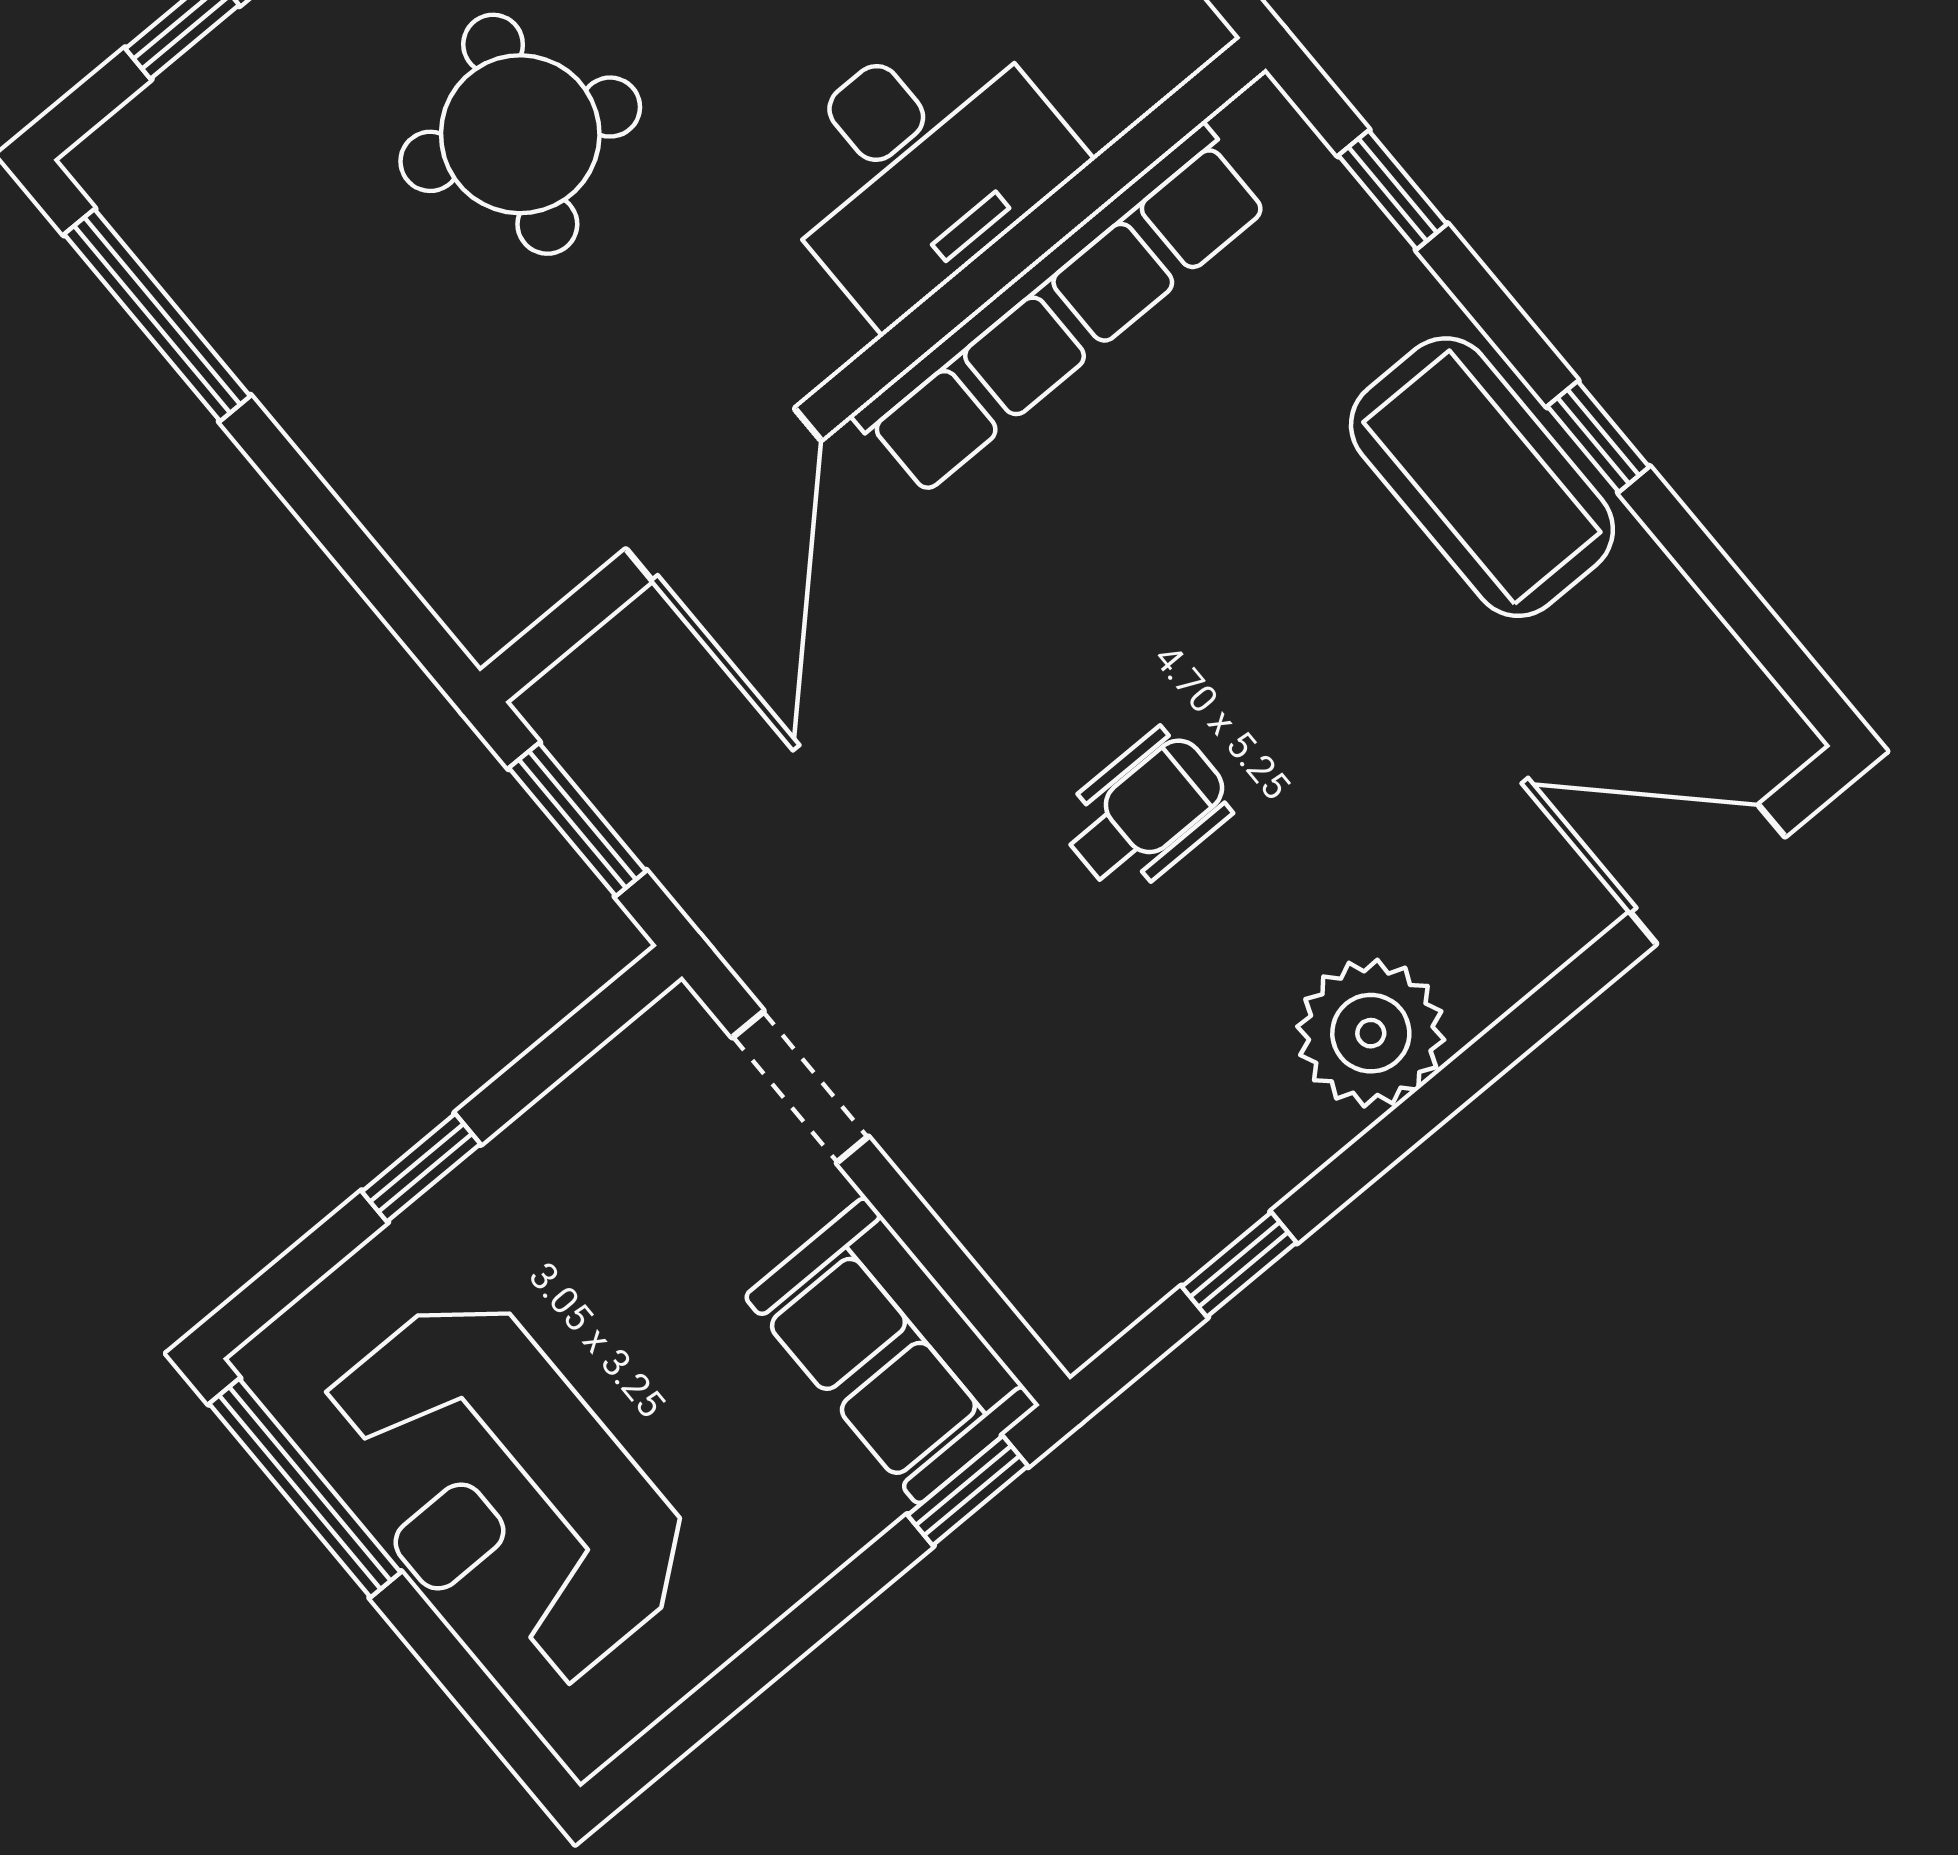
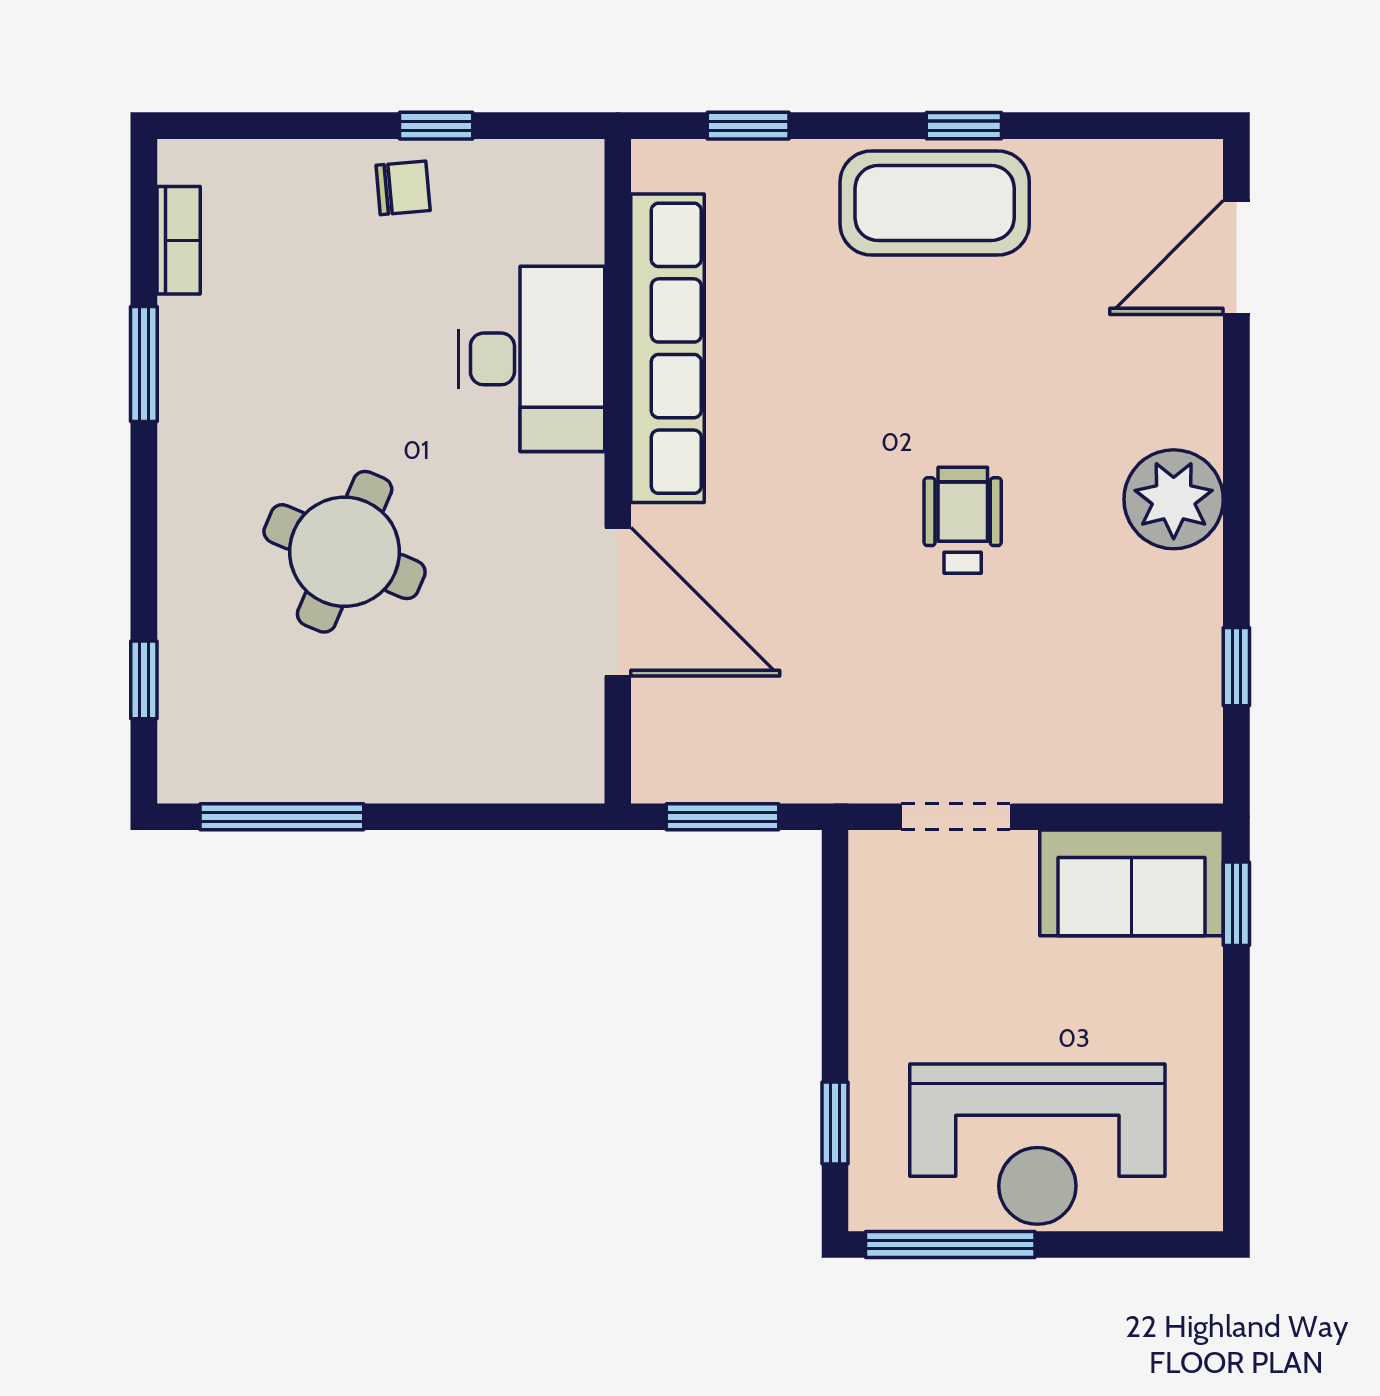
window: (421, 1168) -> (835, 1123), moved

